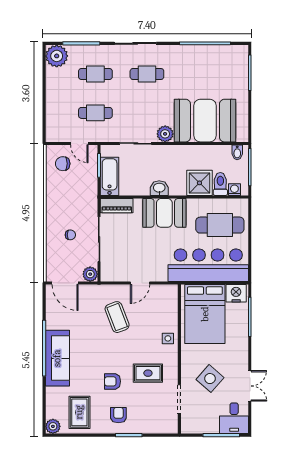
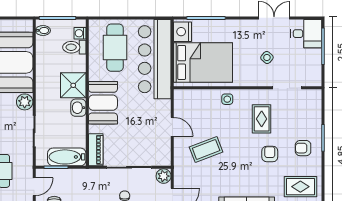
shower: (199, 183) -> (73, 85), moved
side table: (210, 379) -> (267, 57), width x0.54, depth x0.54
armchair: (113, 381) -> (270, 154), turned 180

